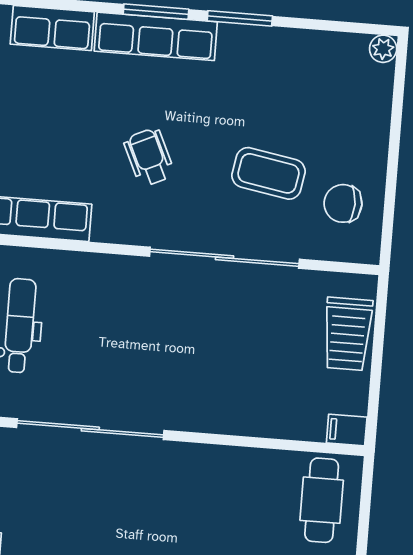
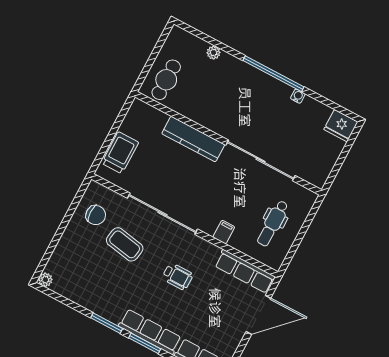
wheelchair: (149, 157) -> (178, 276), turned -65
kitchen counter: (227, 415) -> (193, 139), added
filing cabinet: (347, 430) -> (224, 232), moved, turned -90

